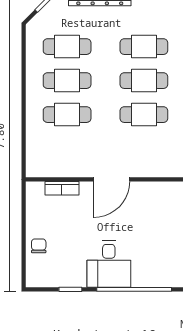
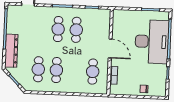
cafe table: (144, 47) -> (40, 28), removed
cafe table: (67, 115) -> (93, 72), moved
desk: (109, 264) -> (152, 42), width x1.87, depth x1.30

